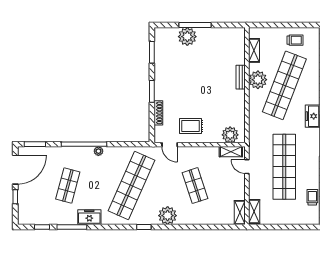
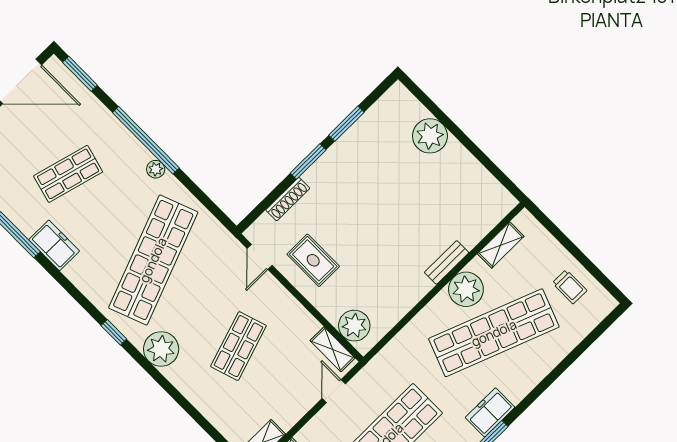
window: (195, 25) -> (456, 131), removed
window: (152, 52) -> (346, 124), moved
shop shelf: (131, 186) -> (153, 260), turned -45

